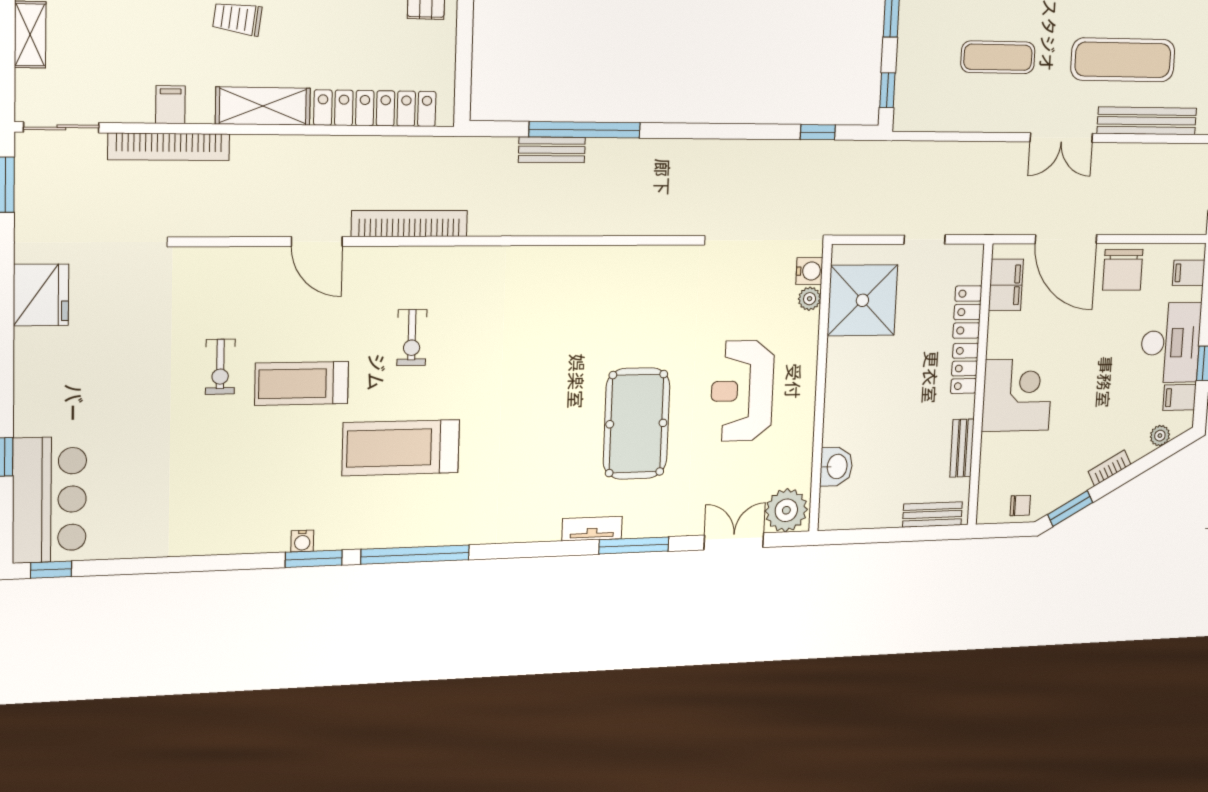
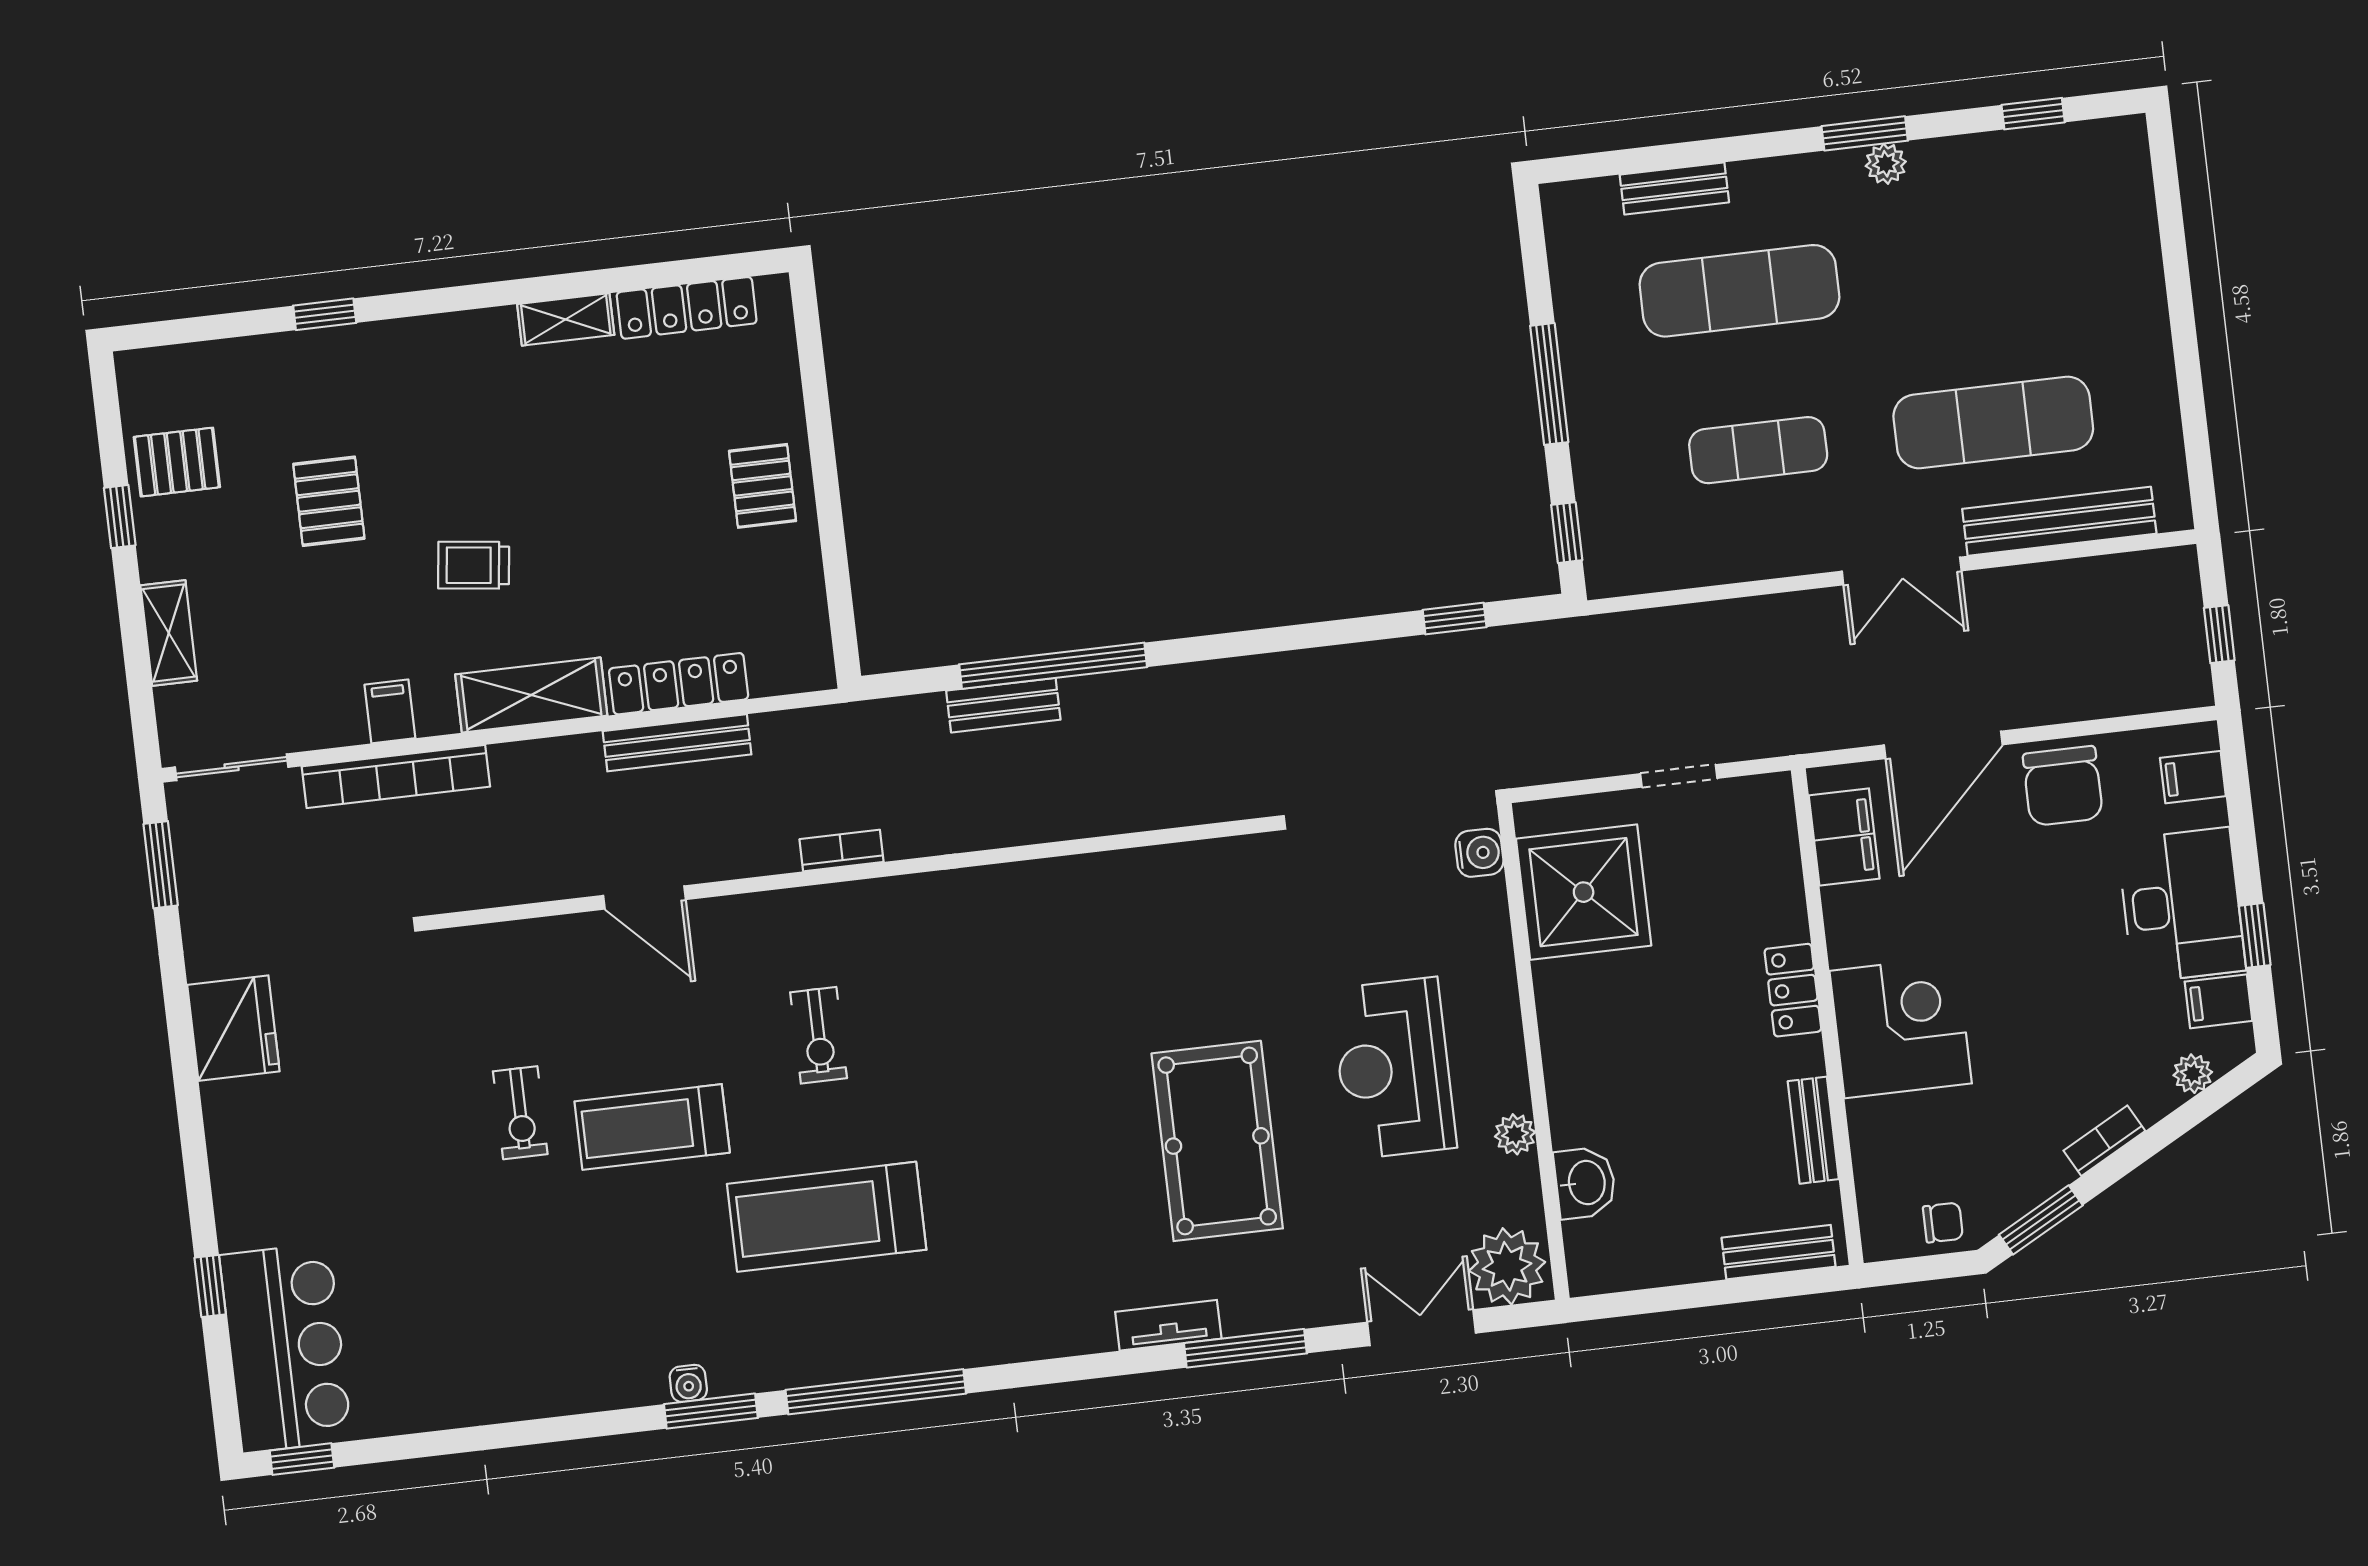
locker: (375, 108) -> (679, 684), width x0.71, depth x0.83
bench: (351, 148) -> (677, 743), added
bookcase: (409, 224) -> (842, 851), width x0.43, depth x0.76
door: (1066, 239) -> (1943, 745), hinge flipped
plant: (810, 299) -> (1515, 1134), moved
locker: (967, 312) -> (1780, 892), removed

